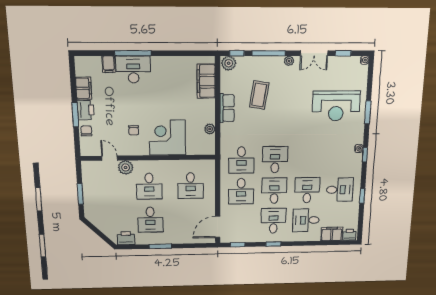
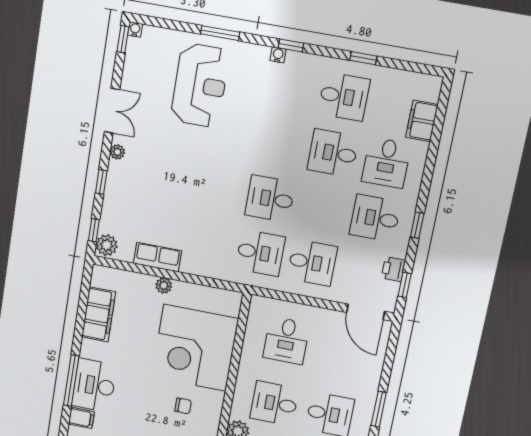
window: (269, 53) -> (101, 182), width x0.46
window: (343, 53) -> (123, 39), moved
filing cabinet: (206, 81) -> (99, 314), moved, turned -90
coffee table: (259, 95) -> (162, 207), removed
row of seats: (227, 108) -> (158, 257), moved
plant: (210, 129) -> (164, 286), moved
corner desk: (167, 138) -> (195, 348), width x1.36, depth x1.36
desk: (149, 186) -> (274, 403), turned 180
desk: (191, 186) -> (286, 341), turned 90
desk: (340, 190) -> (344, 97), turned 90
desk: (274, 191) -> (322, 208), removed
printer: (349, 235) -> (393, 269), moved

